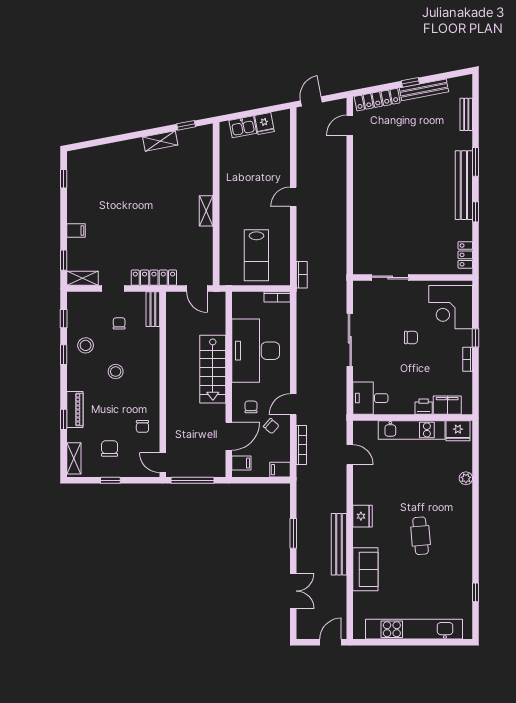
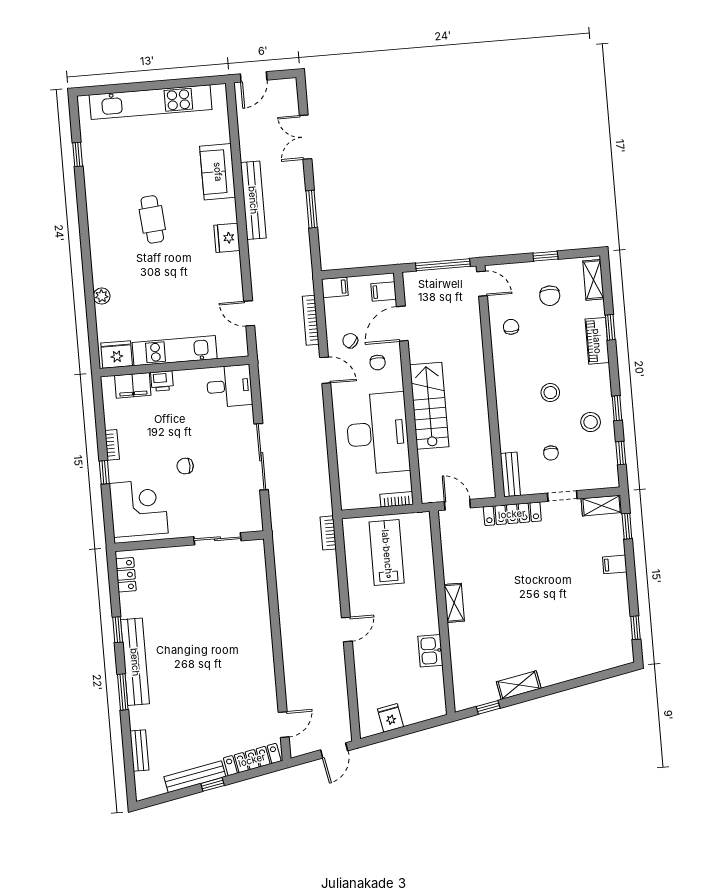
kitchen sink: (243, 127) -> (430, 651), moved, turned -79
bookcase: (277, 297) -> (397, 499), moved
door: (293, 404) -> (325, 370), hinge flipped

